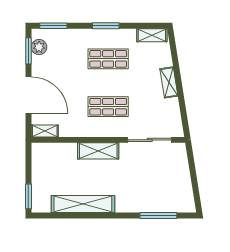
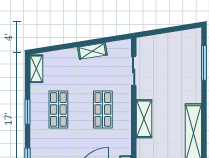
shelving: (169, 82) -> (92, 51), moved
sliding door: (150, 140) -> (134, 71), width x0.73

